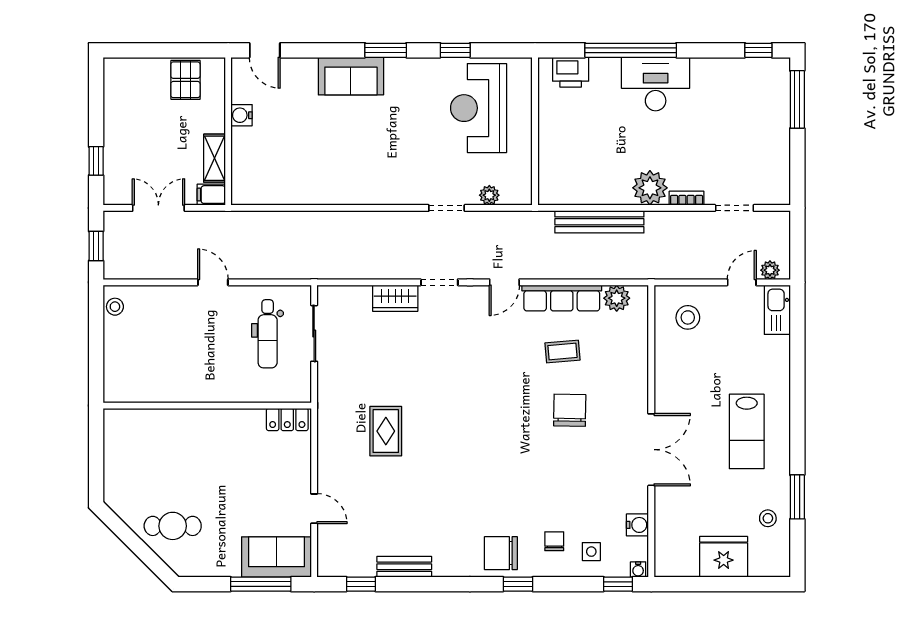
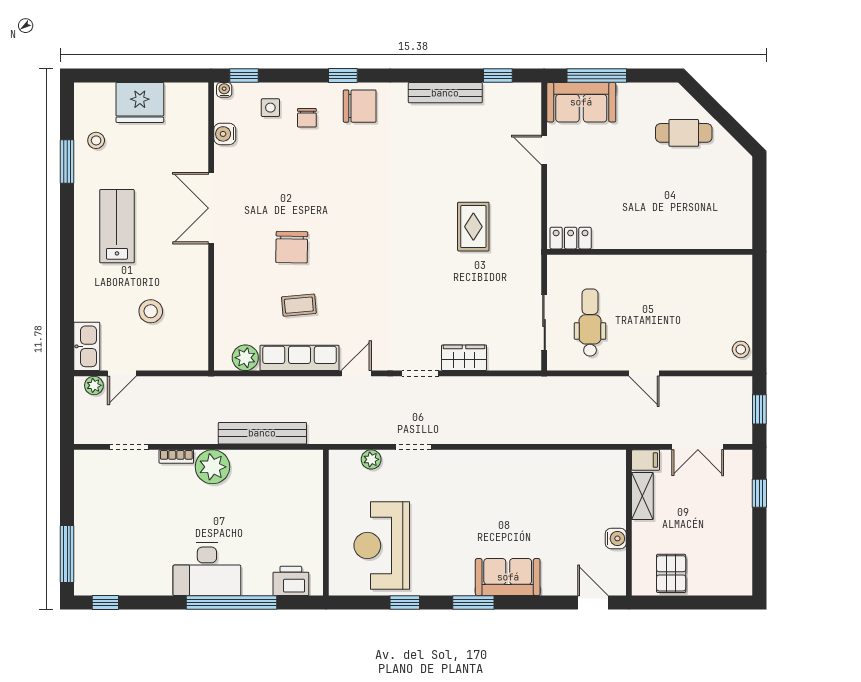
reception desk: (479, 108) -> (382, 546), turned 180
stool: (688, 317) -> (151, 311), moved
bench: (404, 567) -> (445, 93), width x1.36

